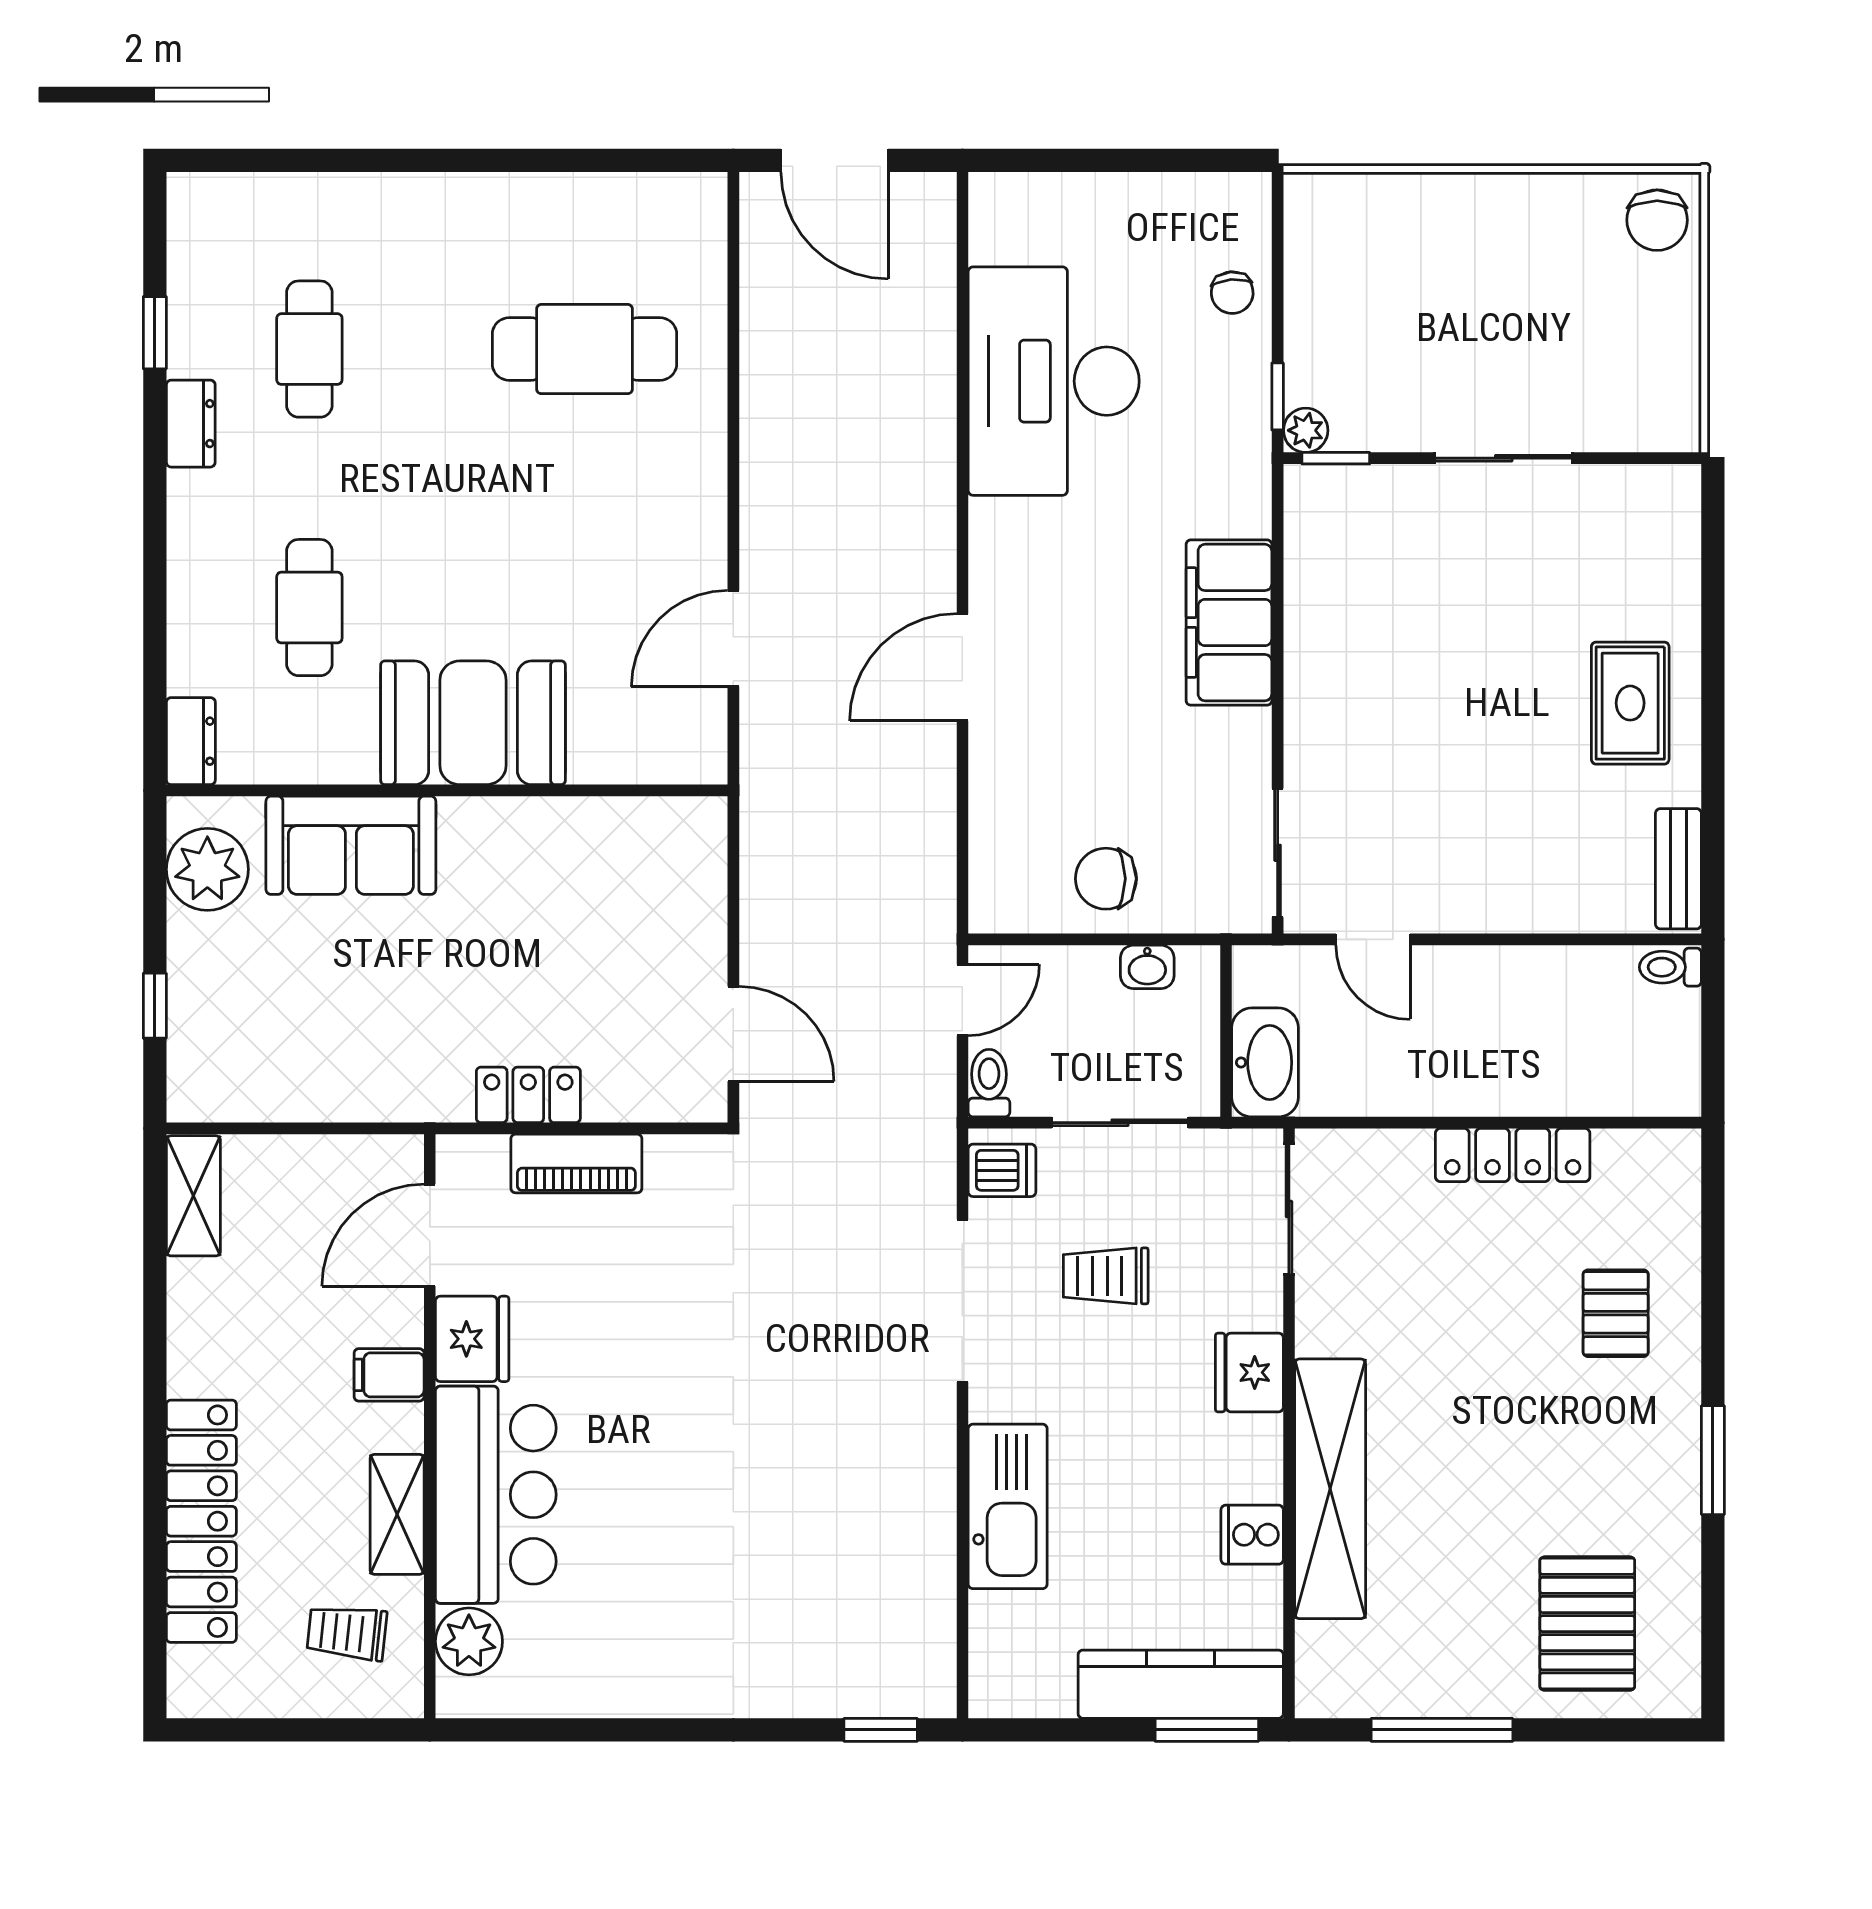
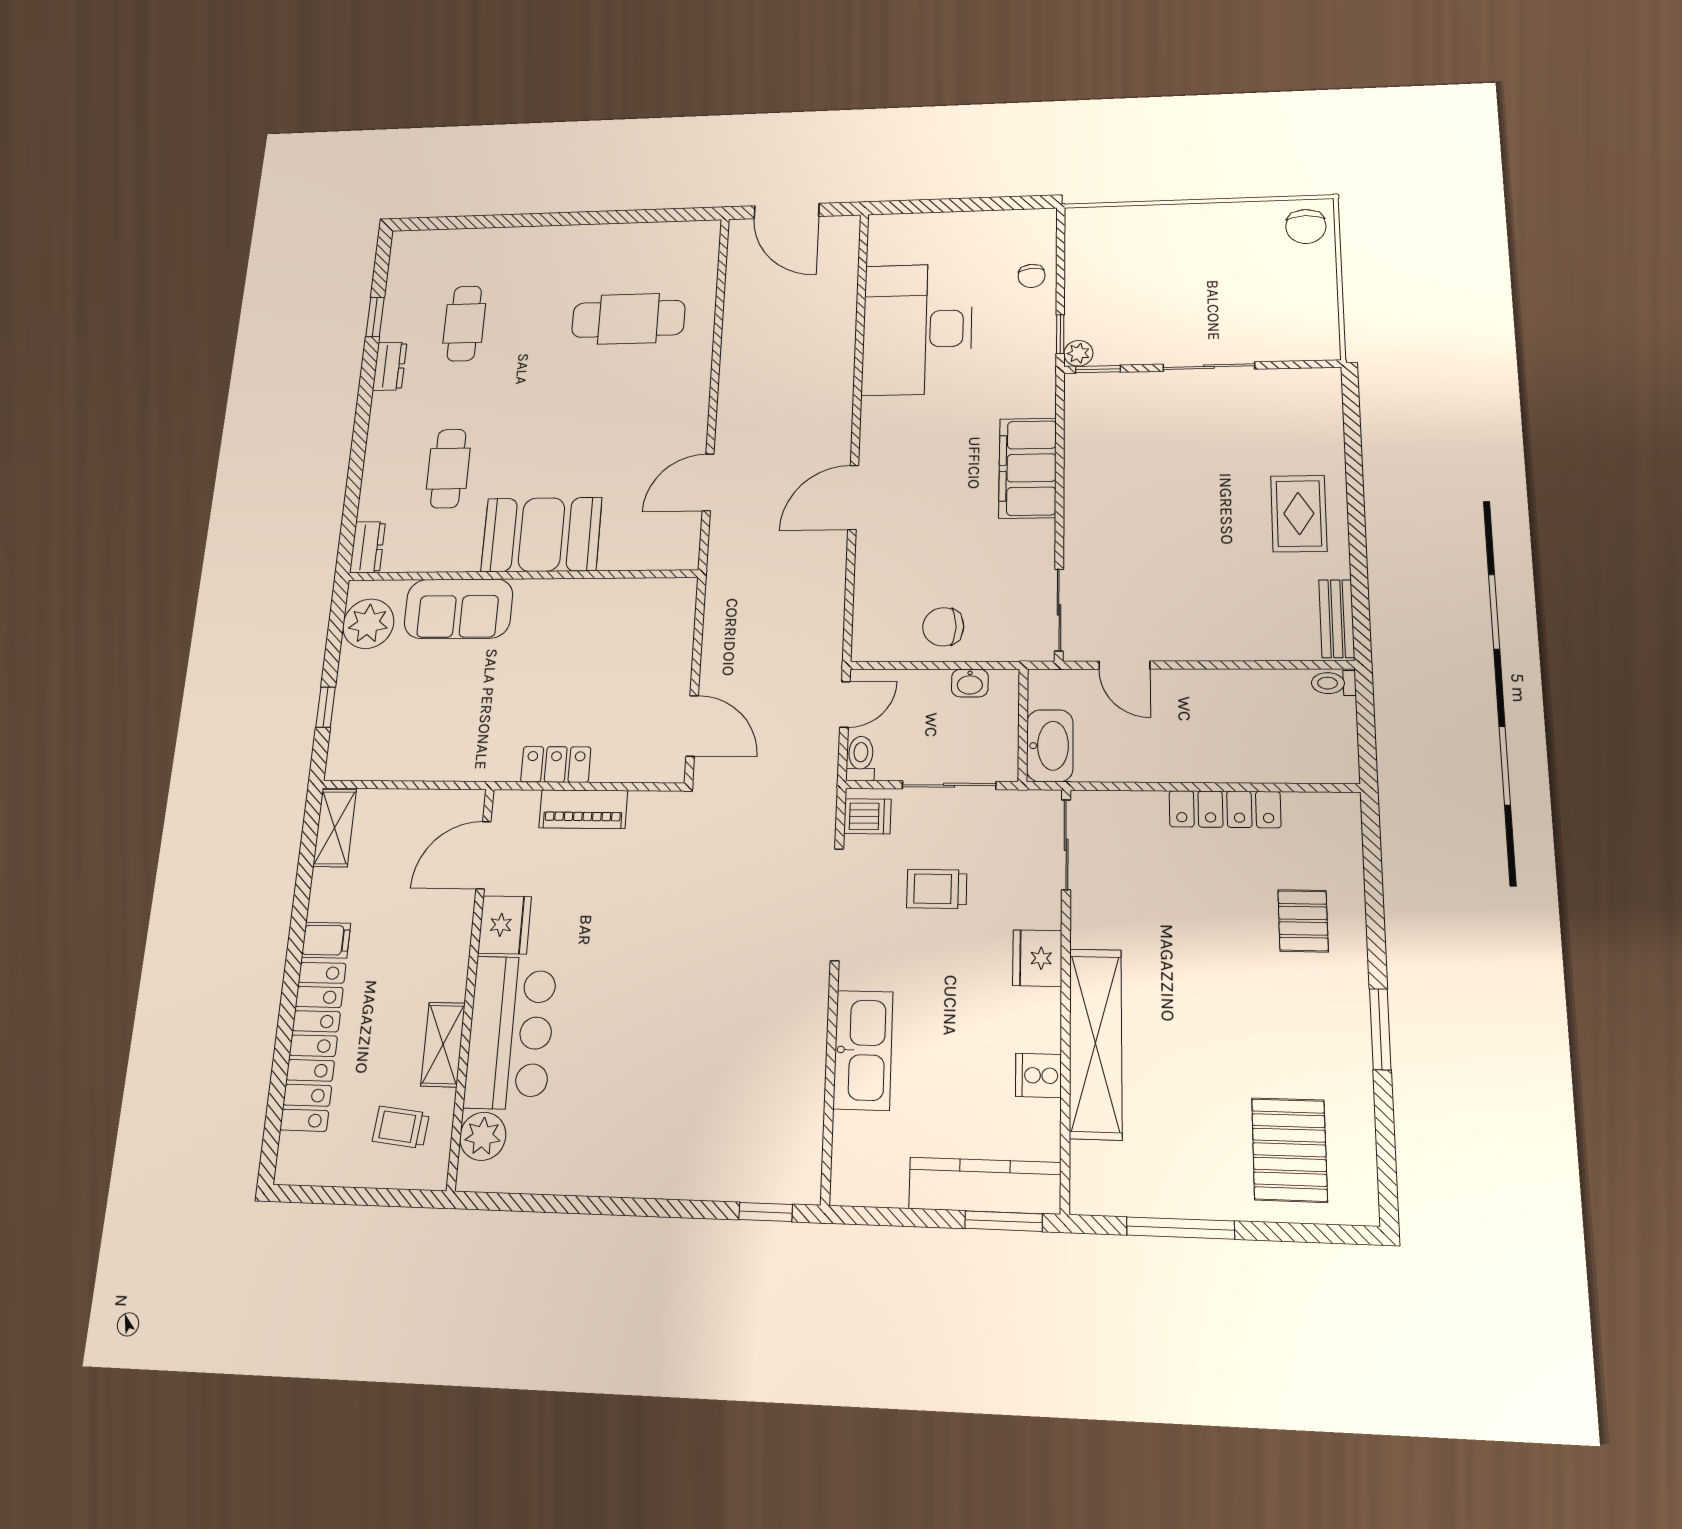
filing cabinet: (389, 1375) -> (326, 940), moved, turned 180

